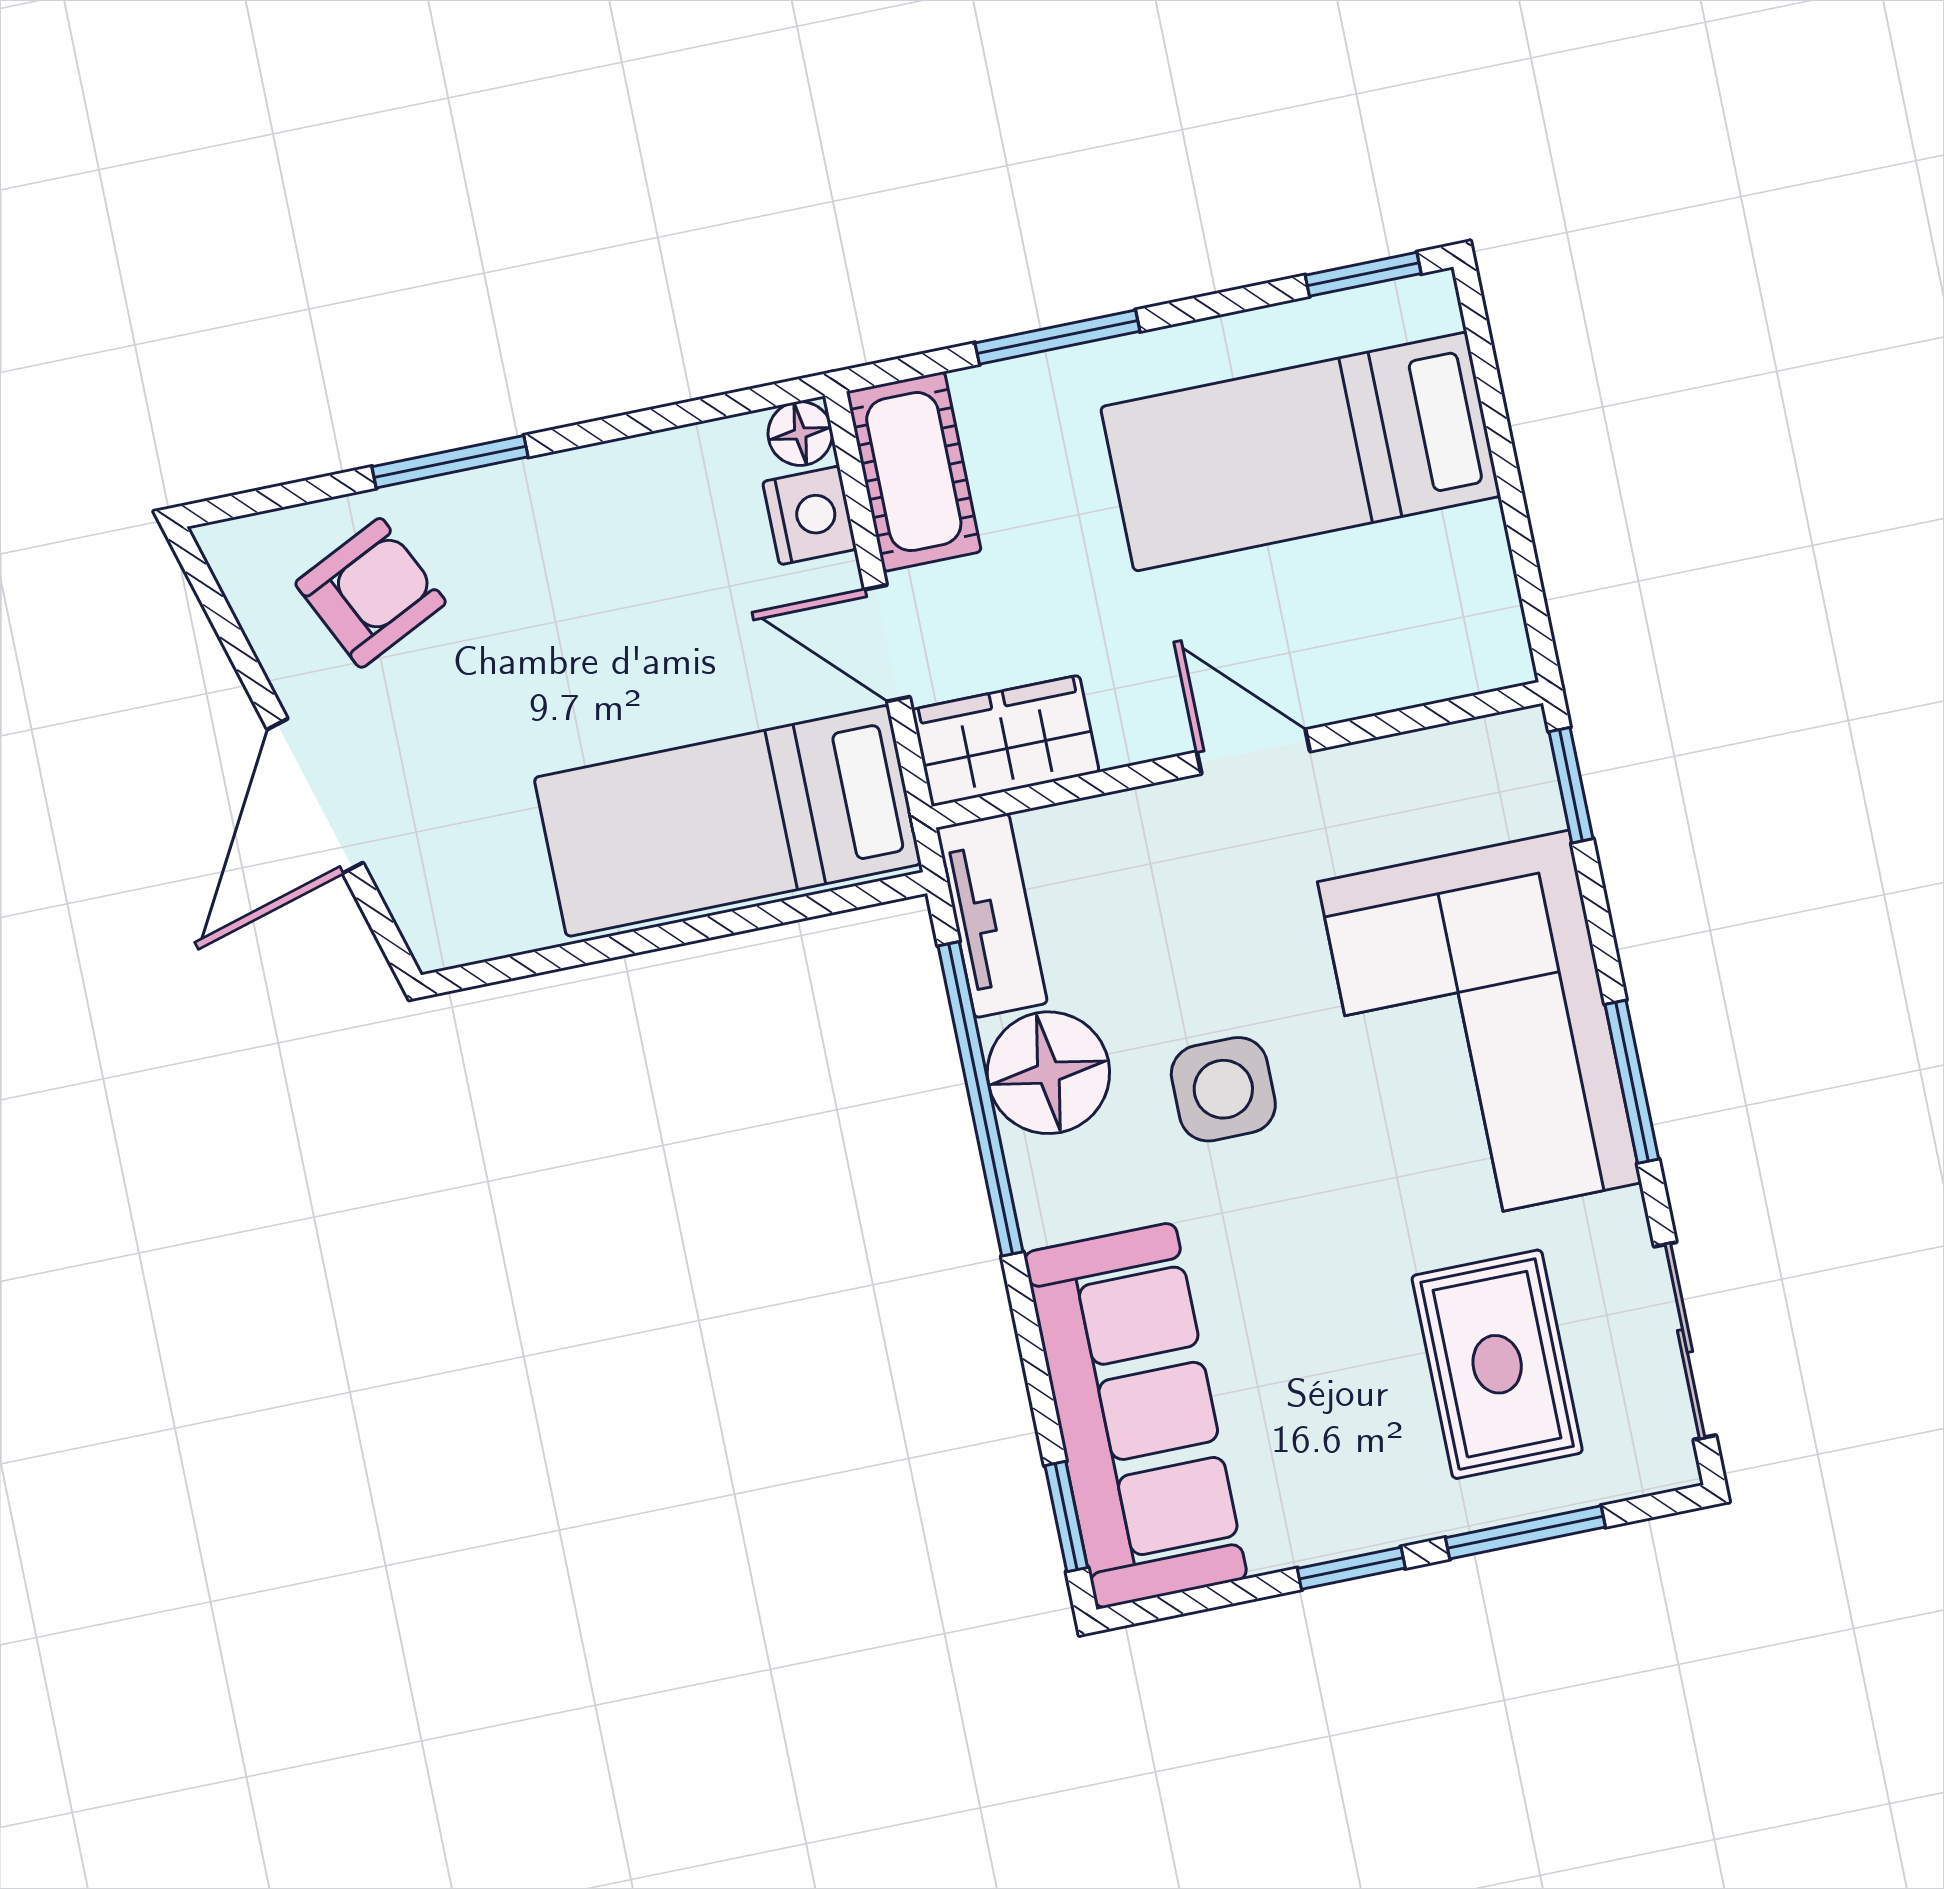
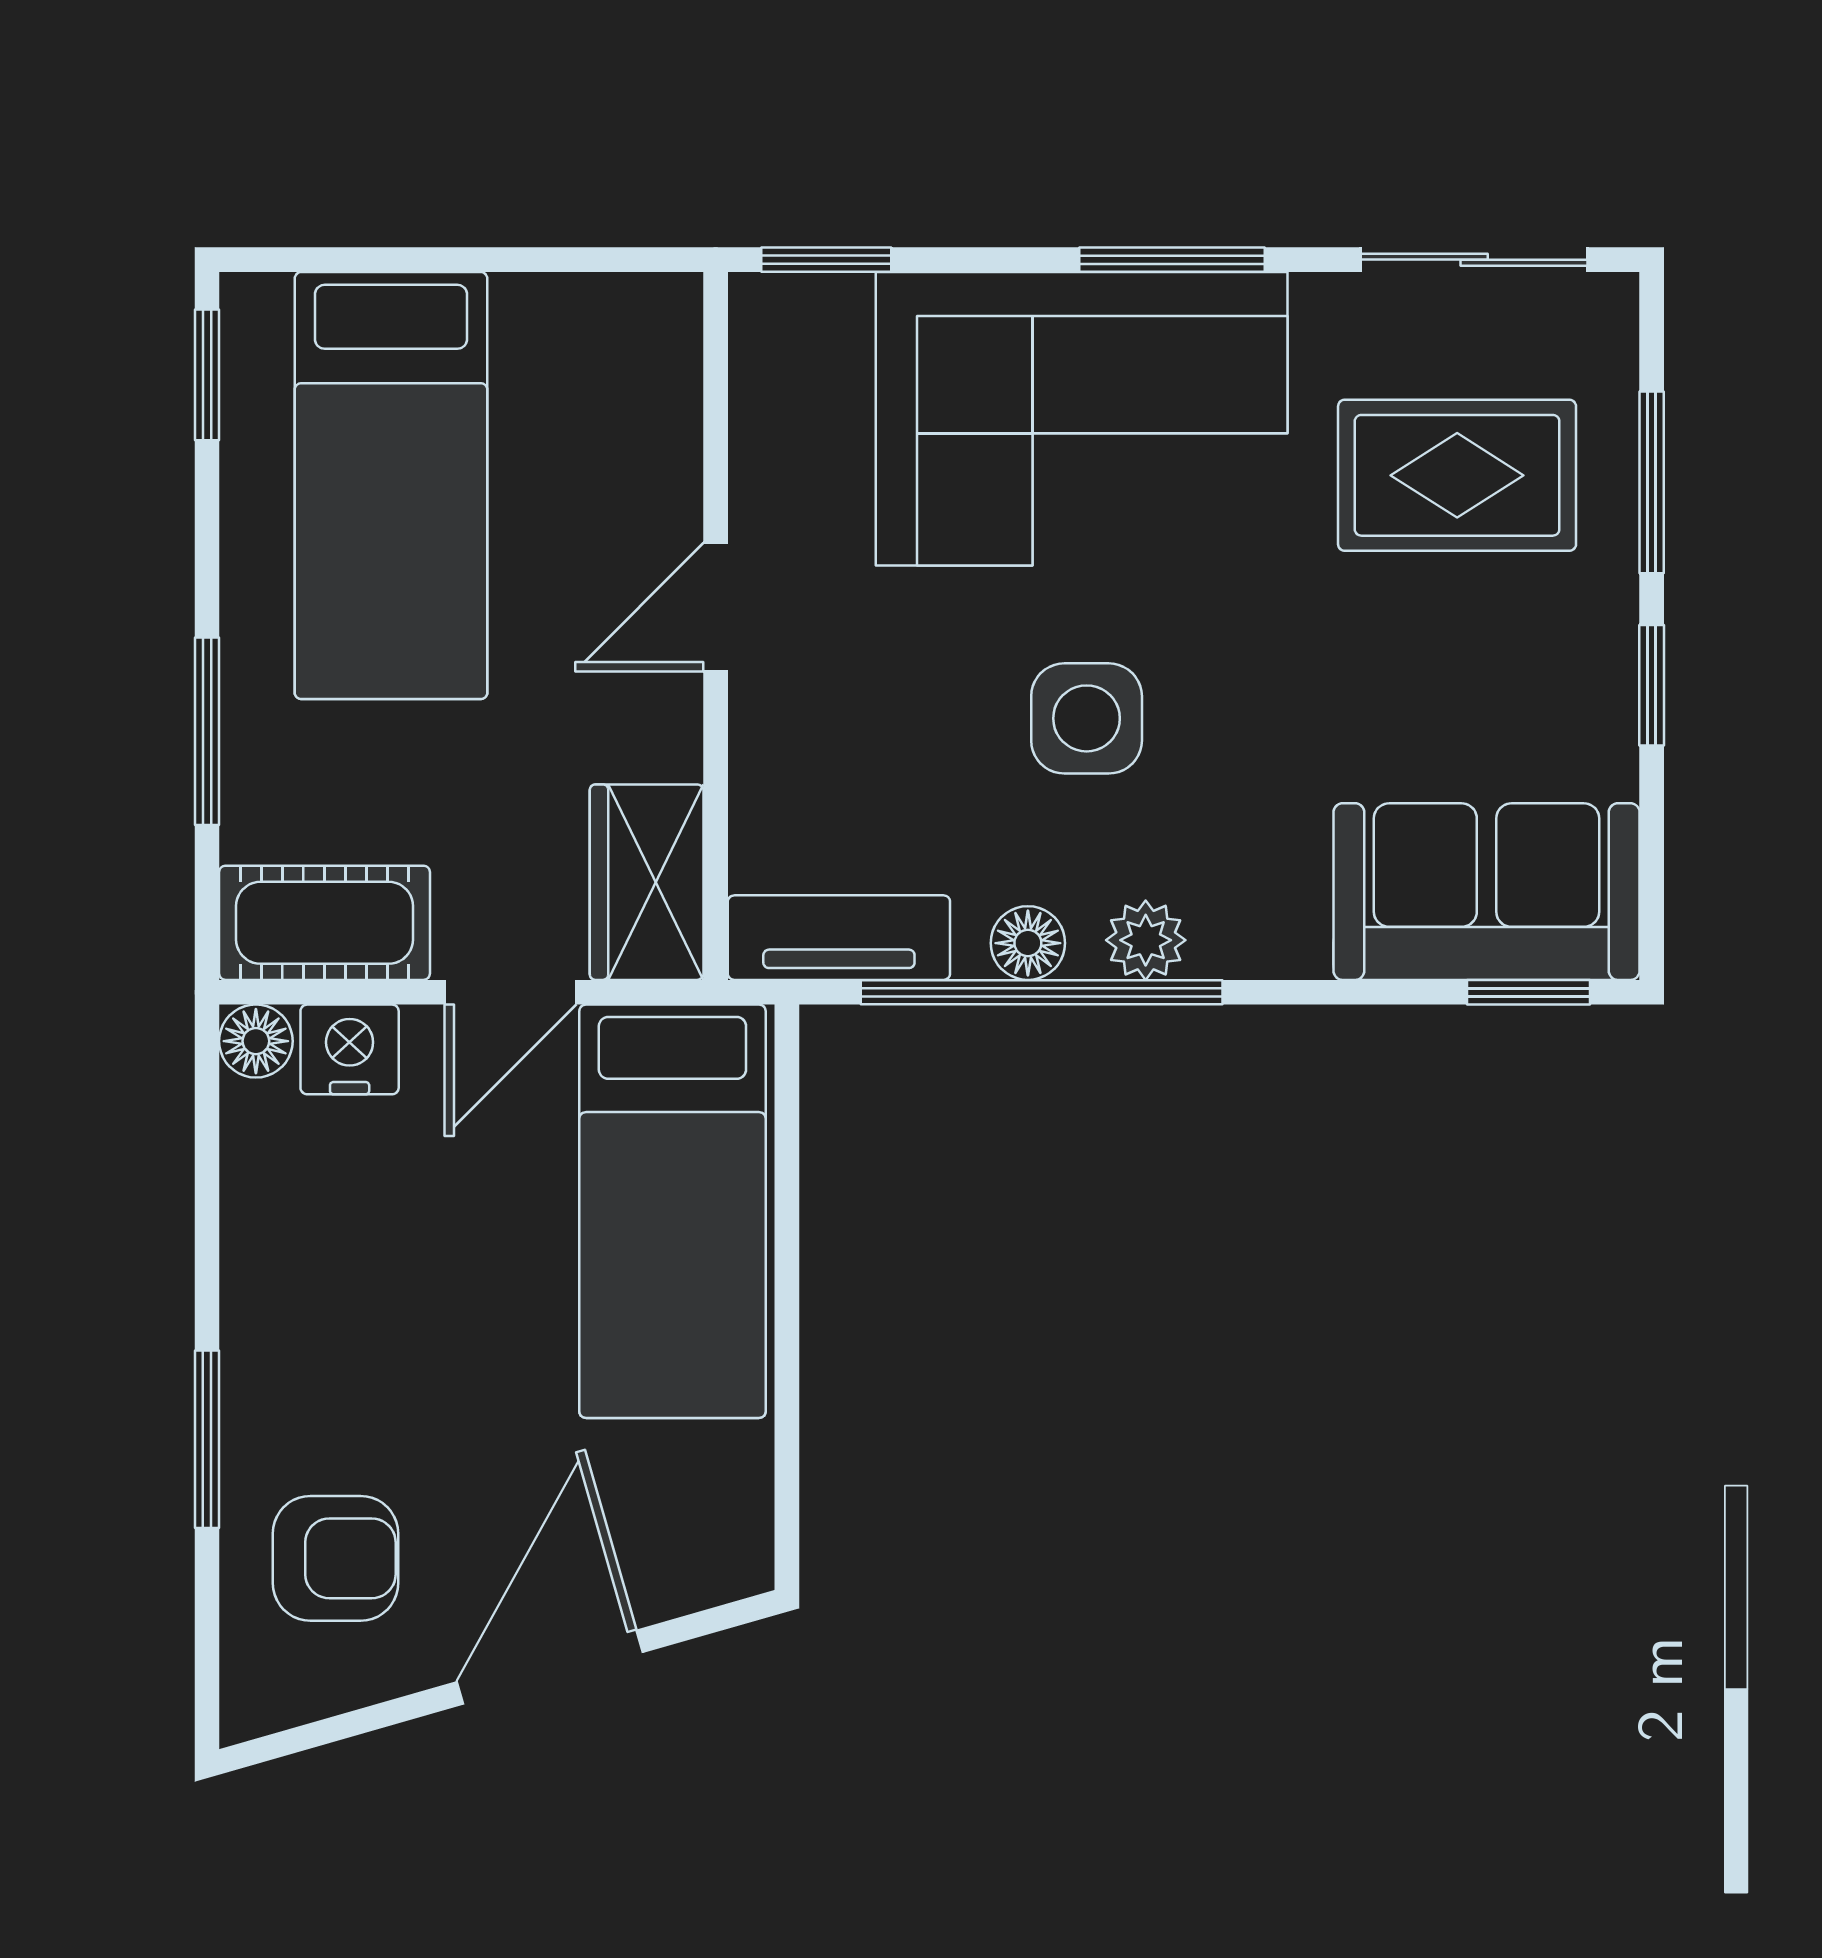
armchair: (371, 593) -> (335, 1558), turned 116
door: (315, 796) -> (550, 1667), swing flipped
floor lamp: (1048, 1073) -> (1028, 943), width x0.53, depth x0.53
plant: (1044, 1179) -> (1146, 940), added
sofa: (1135, 1416) -> (1487, 892), width x0.73

